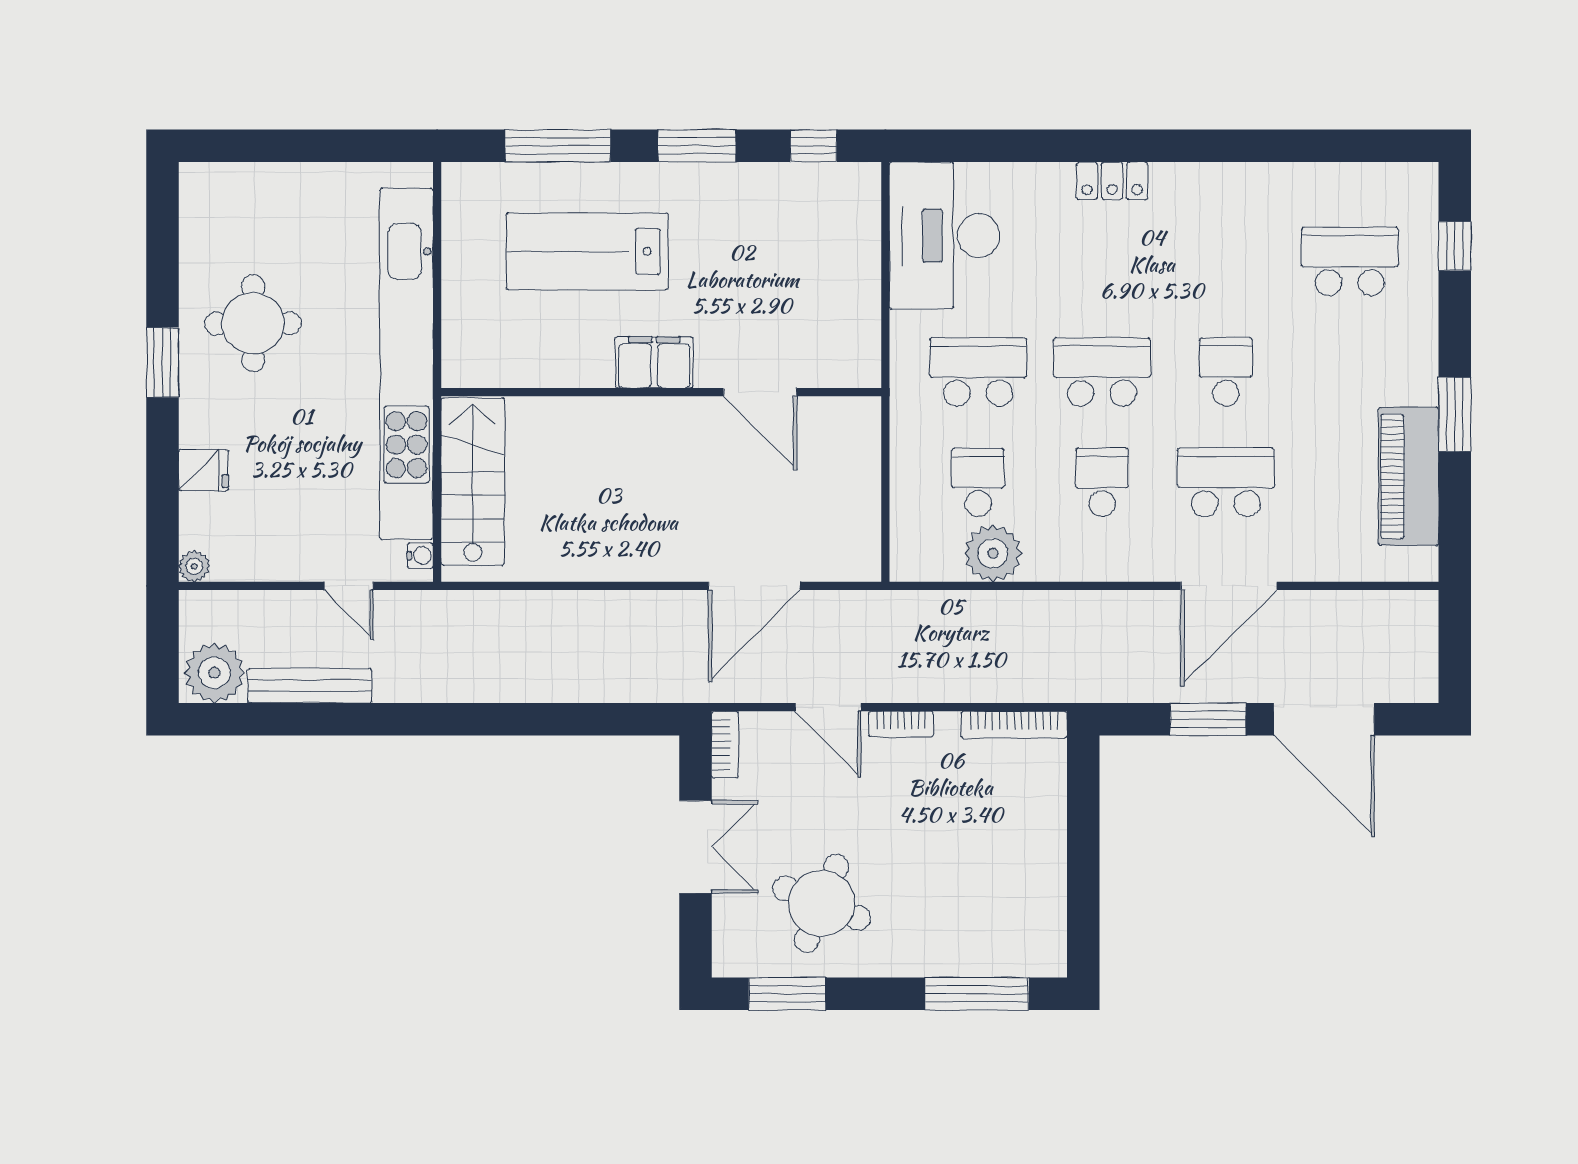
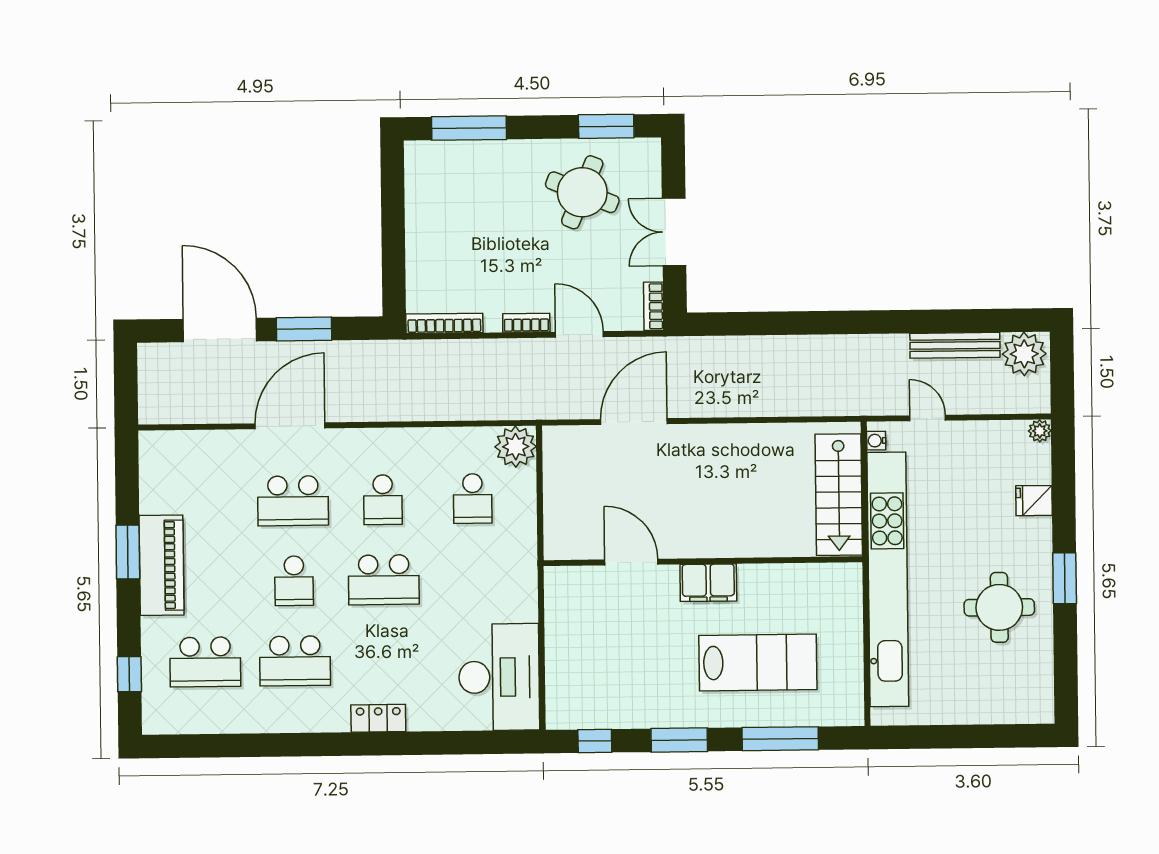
school desk: (978, 372) -> (295, 661), moved
piano: (1409, 476) -> (162, 565), moved
plant: (993, 553) -> (516, 447), moved

